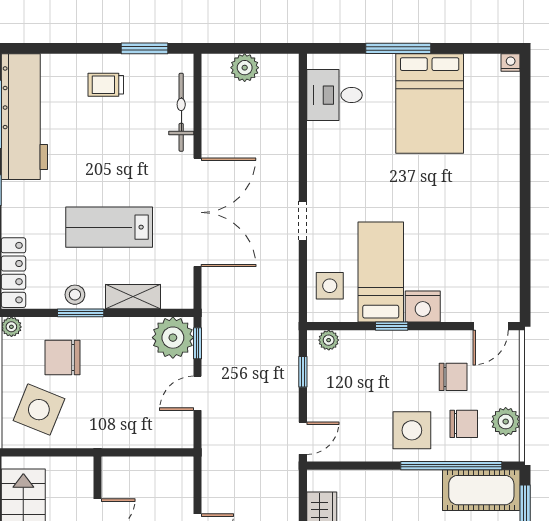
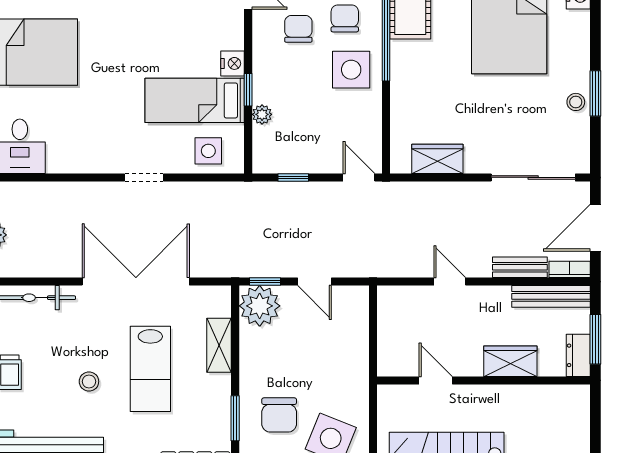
stool: (75, 295) -> (89, 381), moved
nightstand: (423, 307) -> (233, 63), width x0.74, depth x0.75
window: (81, 313) -> (235, 418), moved
plant: (329, 340) -> (262, 114), moved

